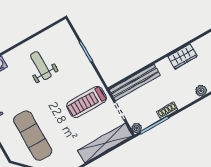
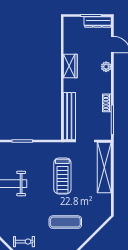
treadmill: (87, 102) -> (62, 176), moved
plant: (137, 128) -> (107, 135), removed
exercise mat: (33, 136) -> (65, 222), width x0.73, depth x0.69

